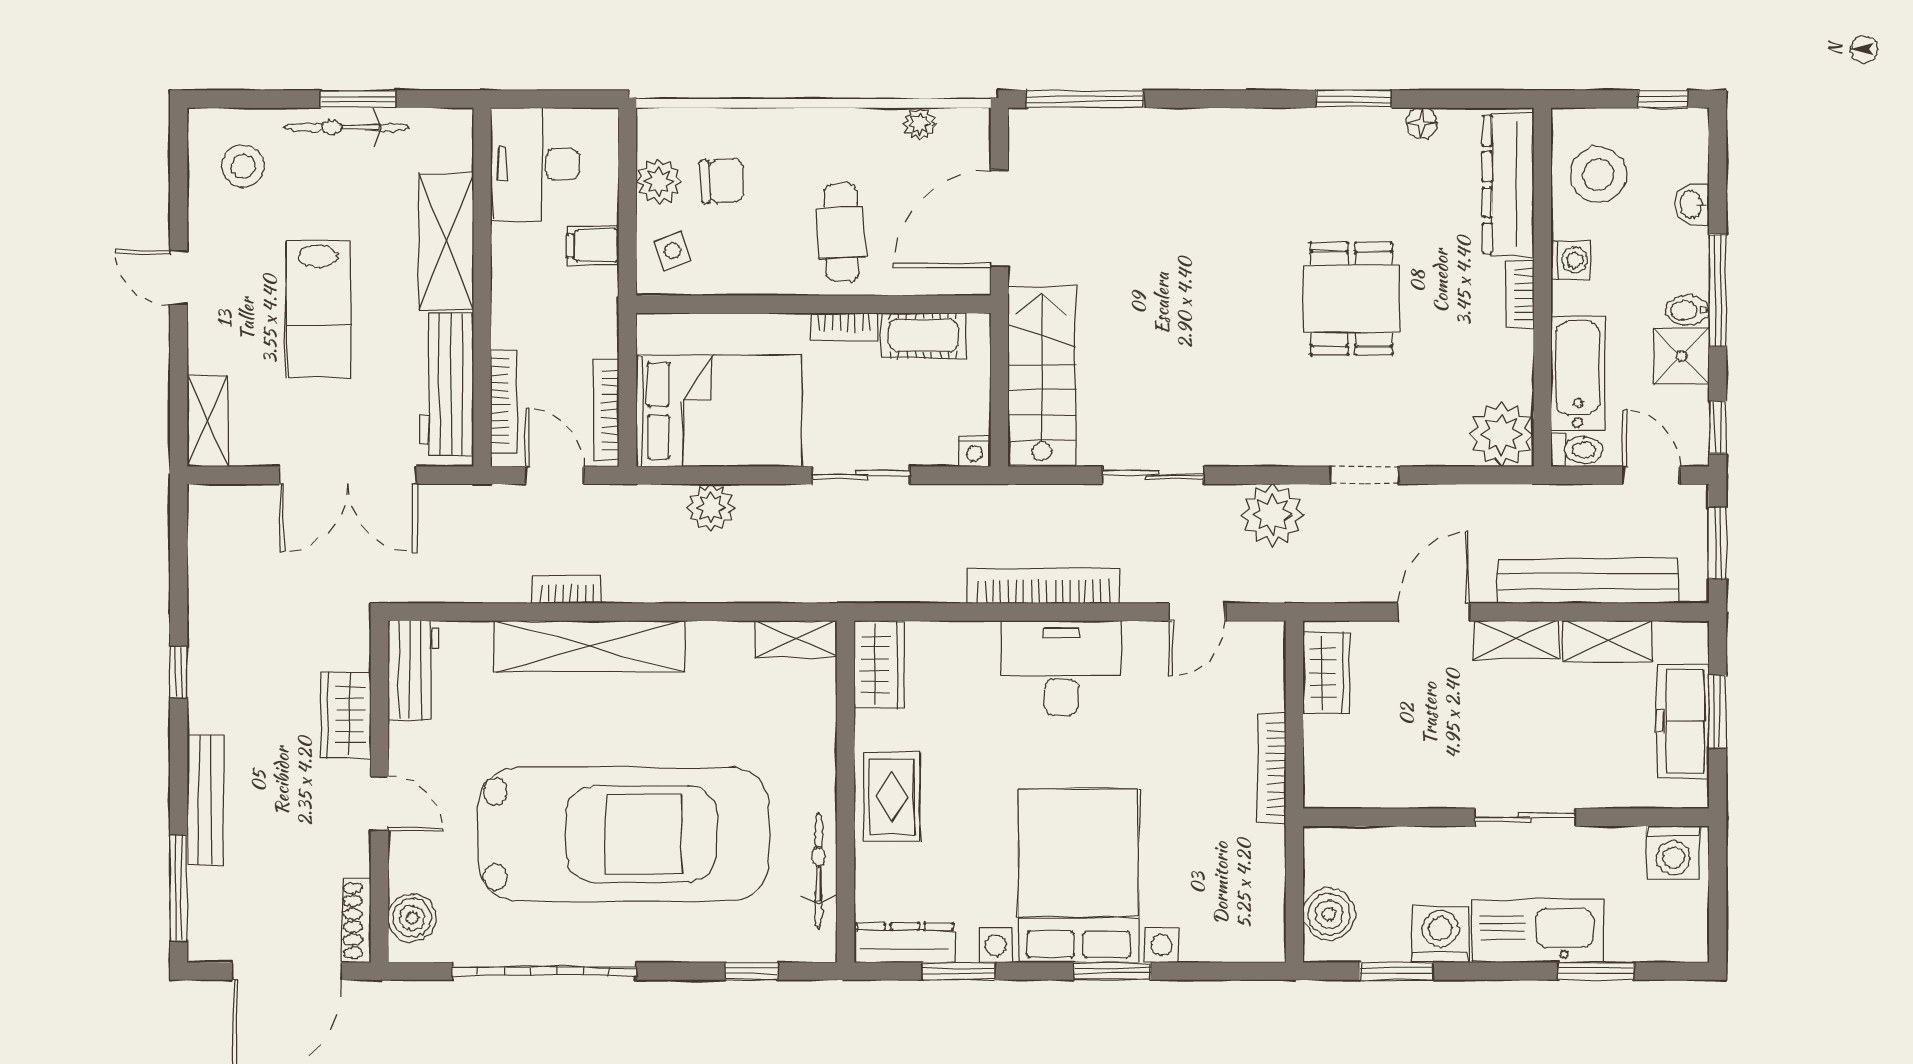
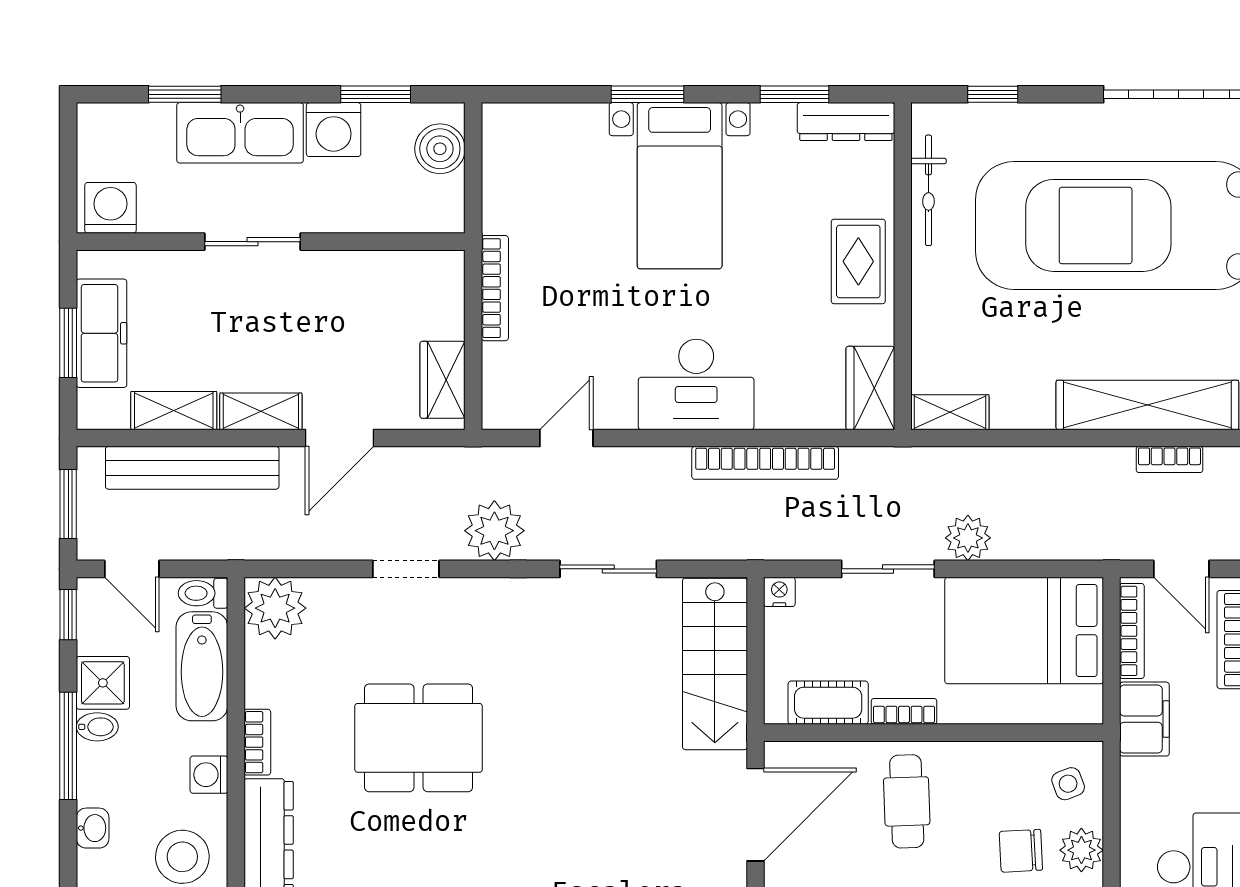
filing cabinet: (593, 246) -> (1144, 719), moved, width x2.00
dining table: (1351, 299) -> (419, 738), width x1.38
plant: (711, 508) -> (968, 538), moved
bookcase: (1043, 586) -> (765, 463), moved
bed with nightstands: (1079, 876) -> (680, 186), width x0.73

